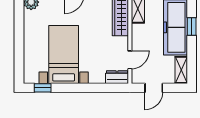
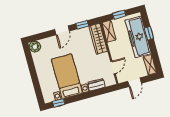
dresser: (117, 77) -> (96, 85), moved

